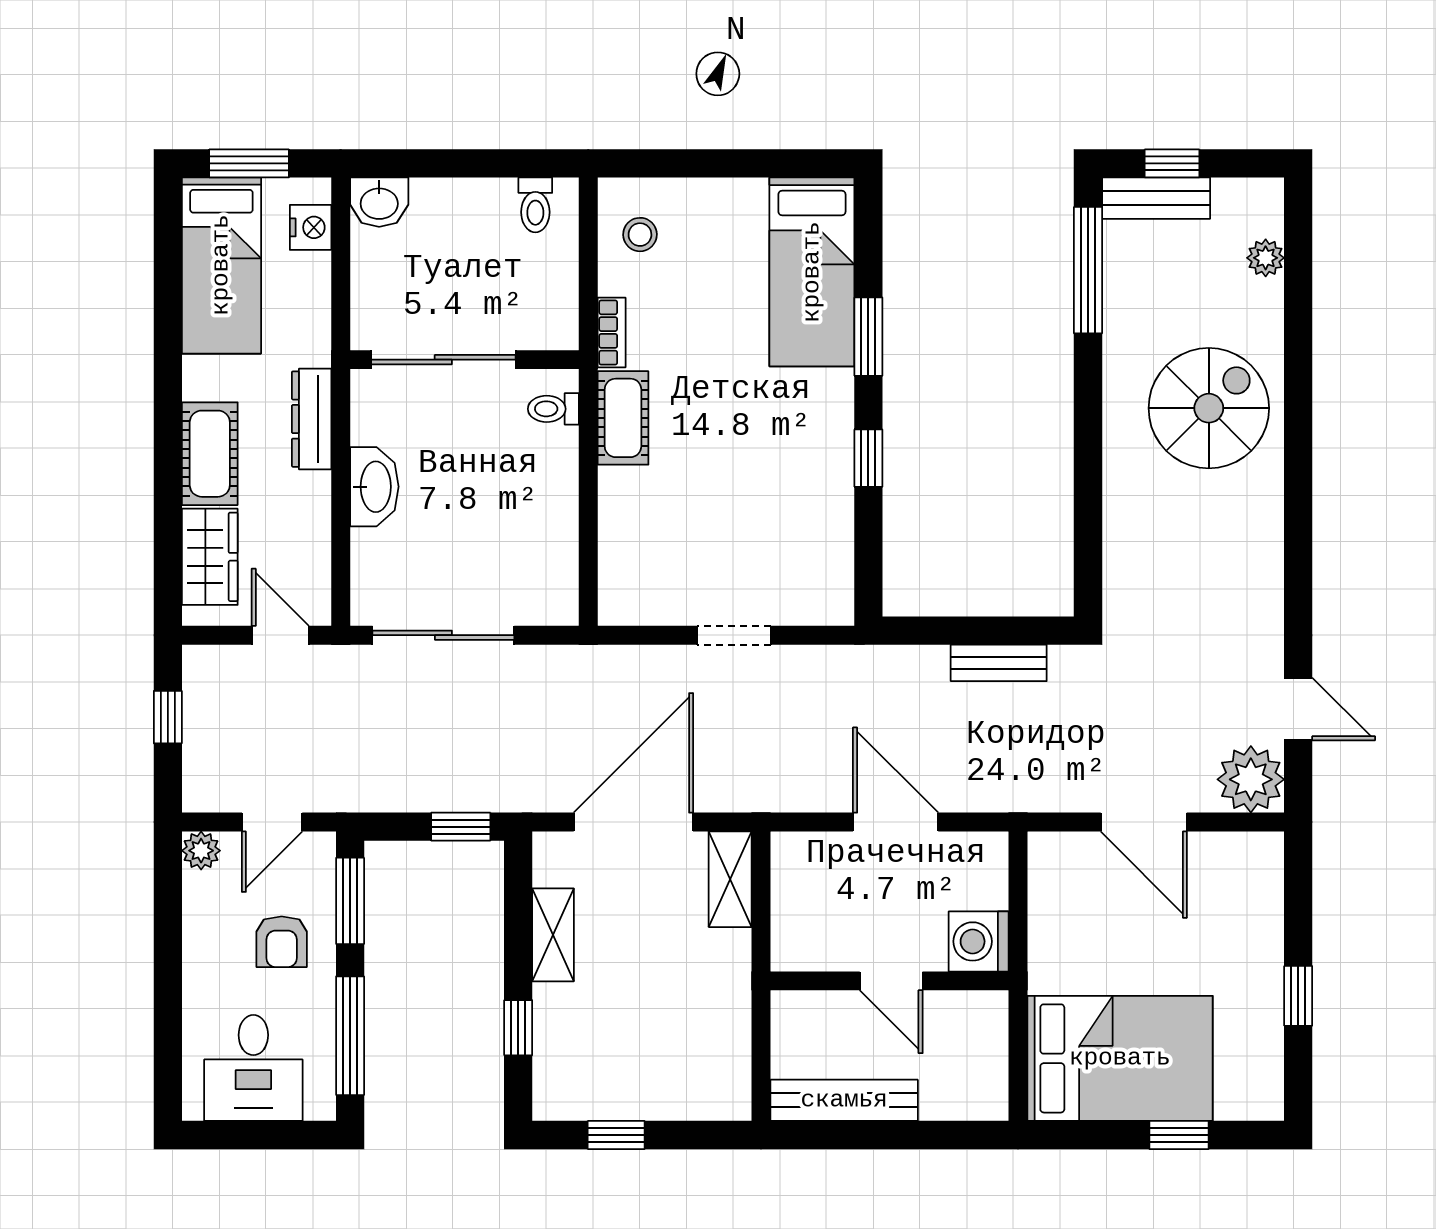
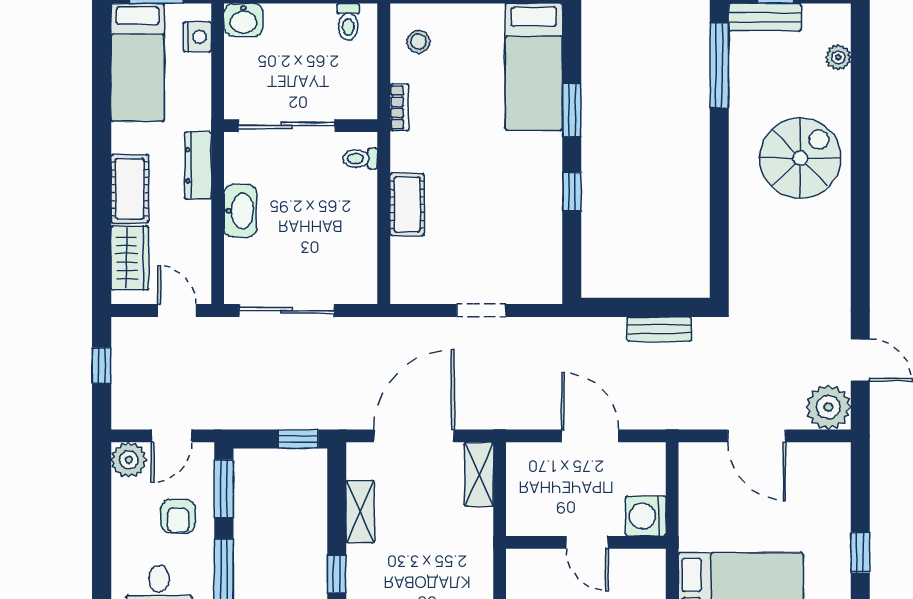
cot: (623, 418) -> (407, 205), moved
plant: (201, 851) -> (129, 460), width x1.38, depth x1.38

